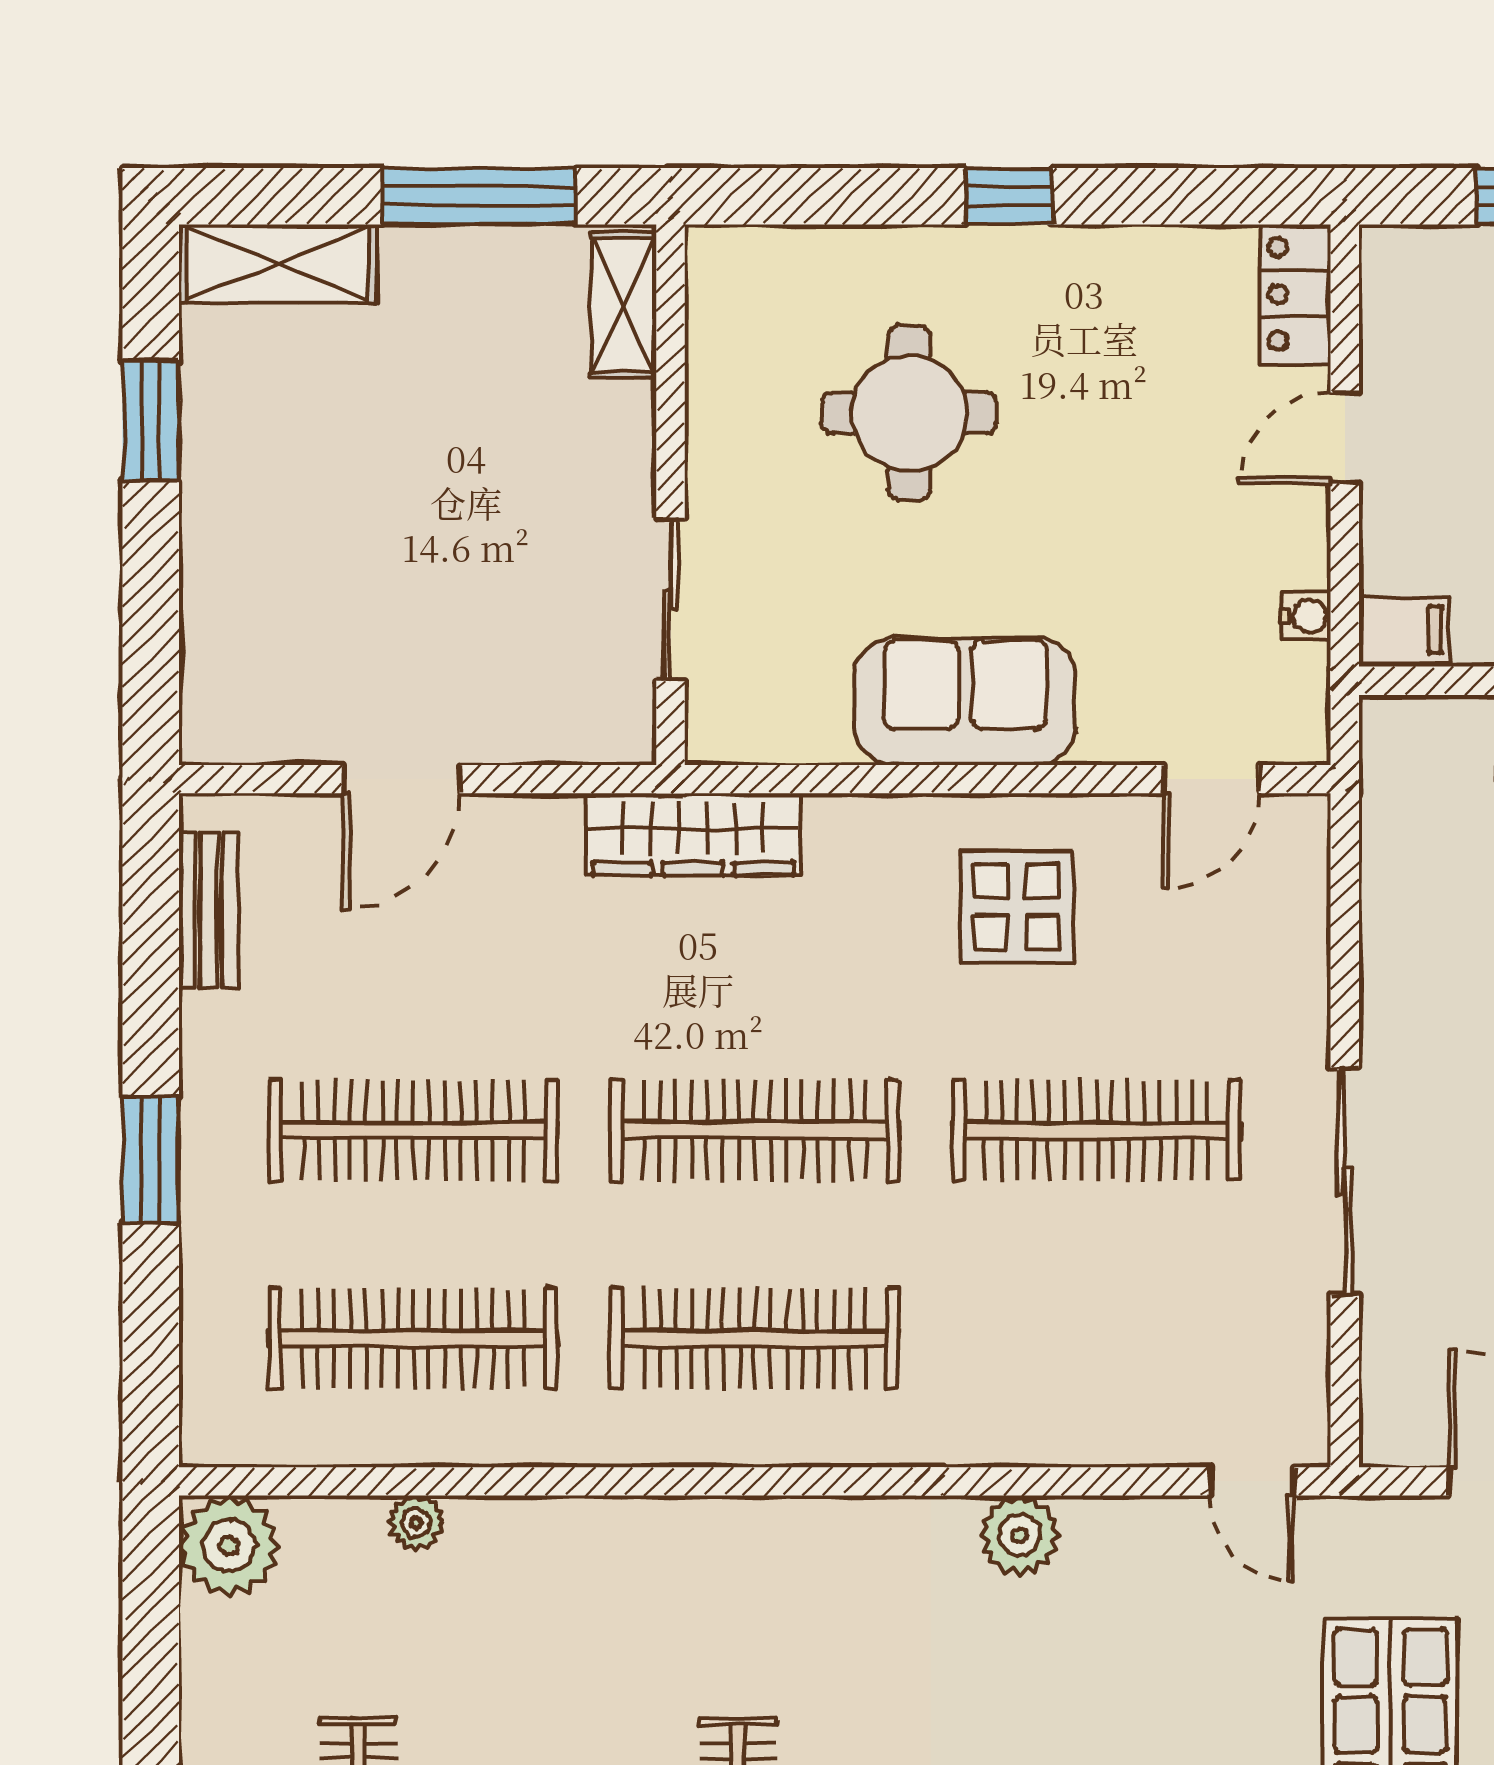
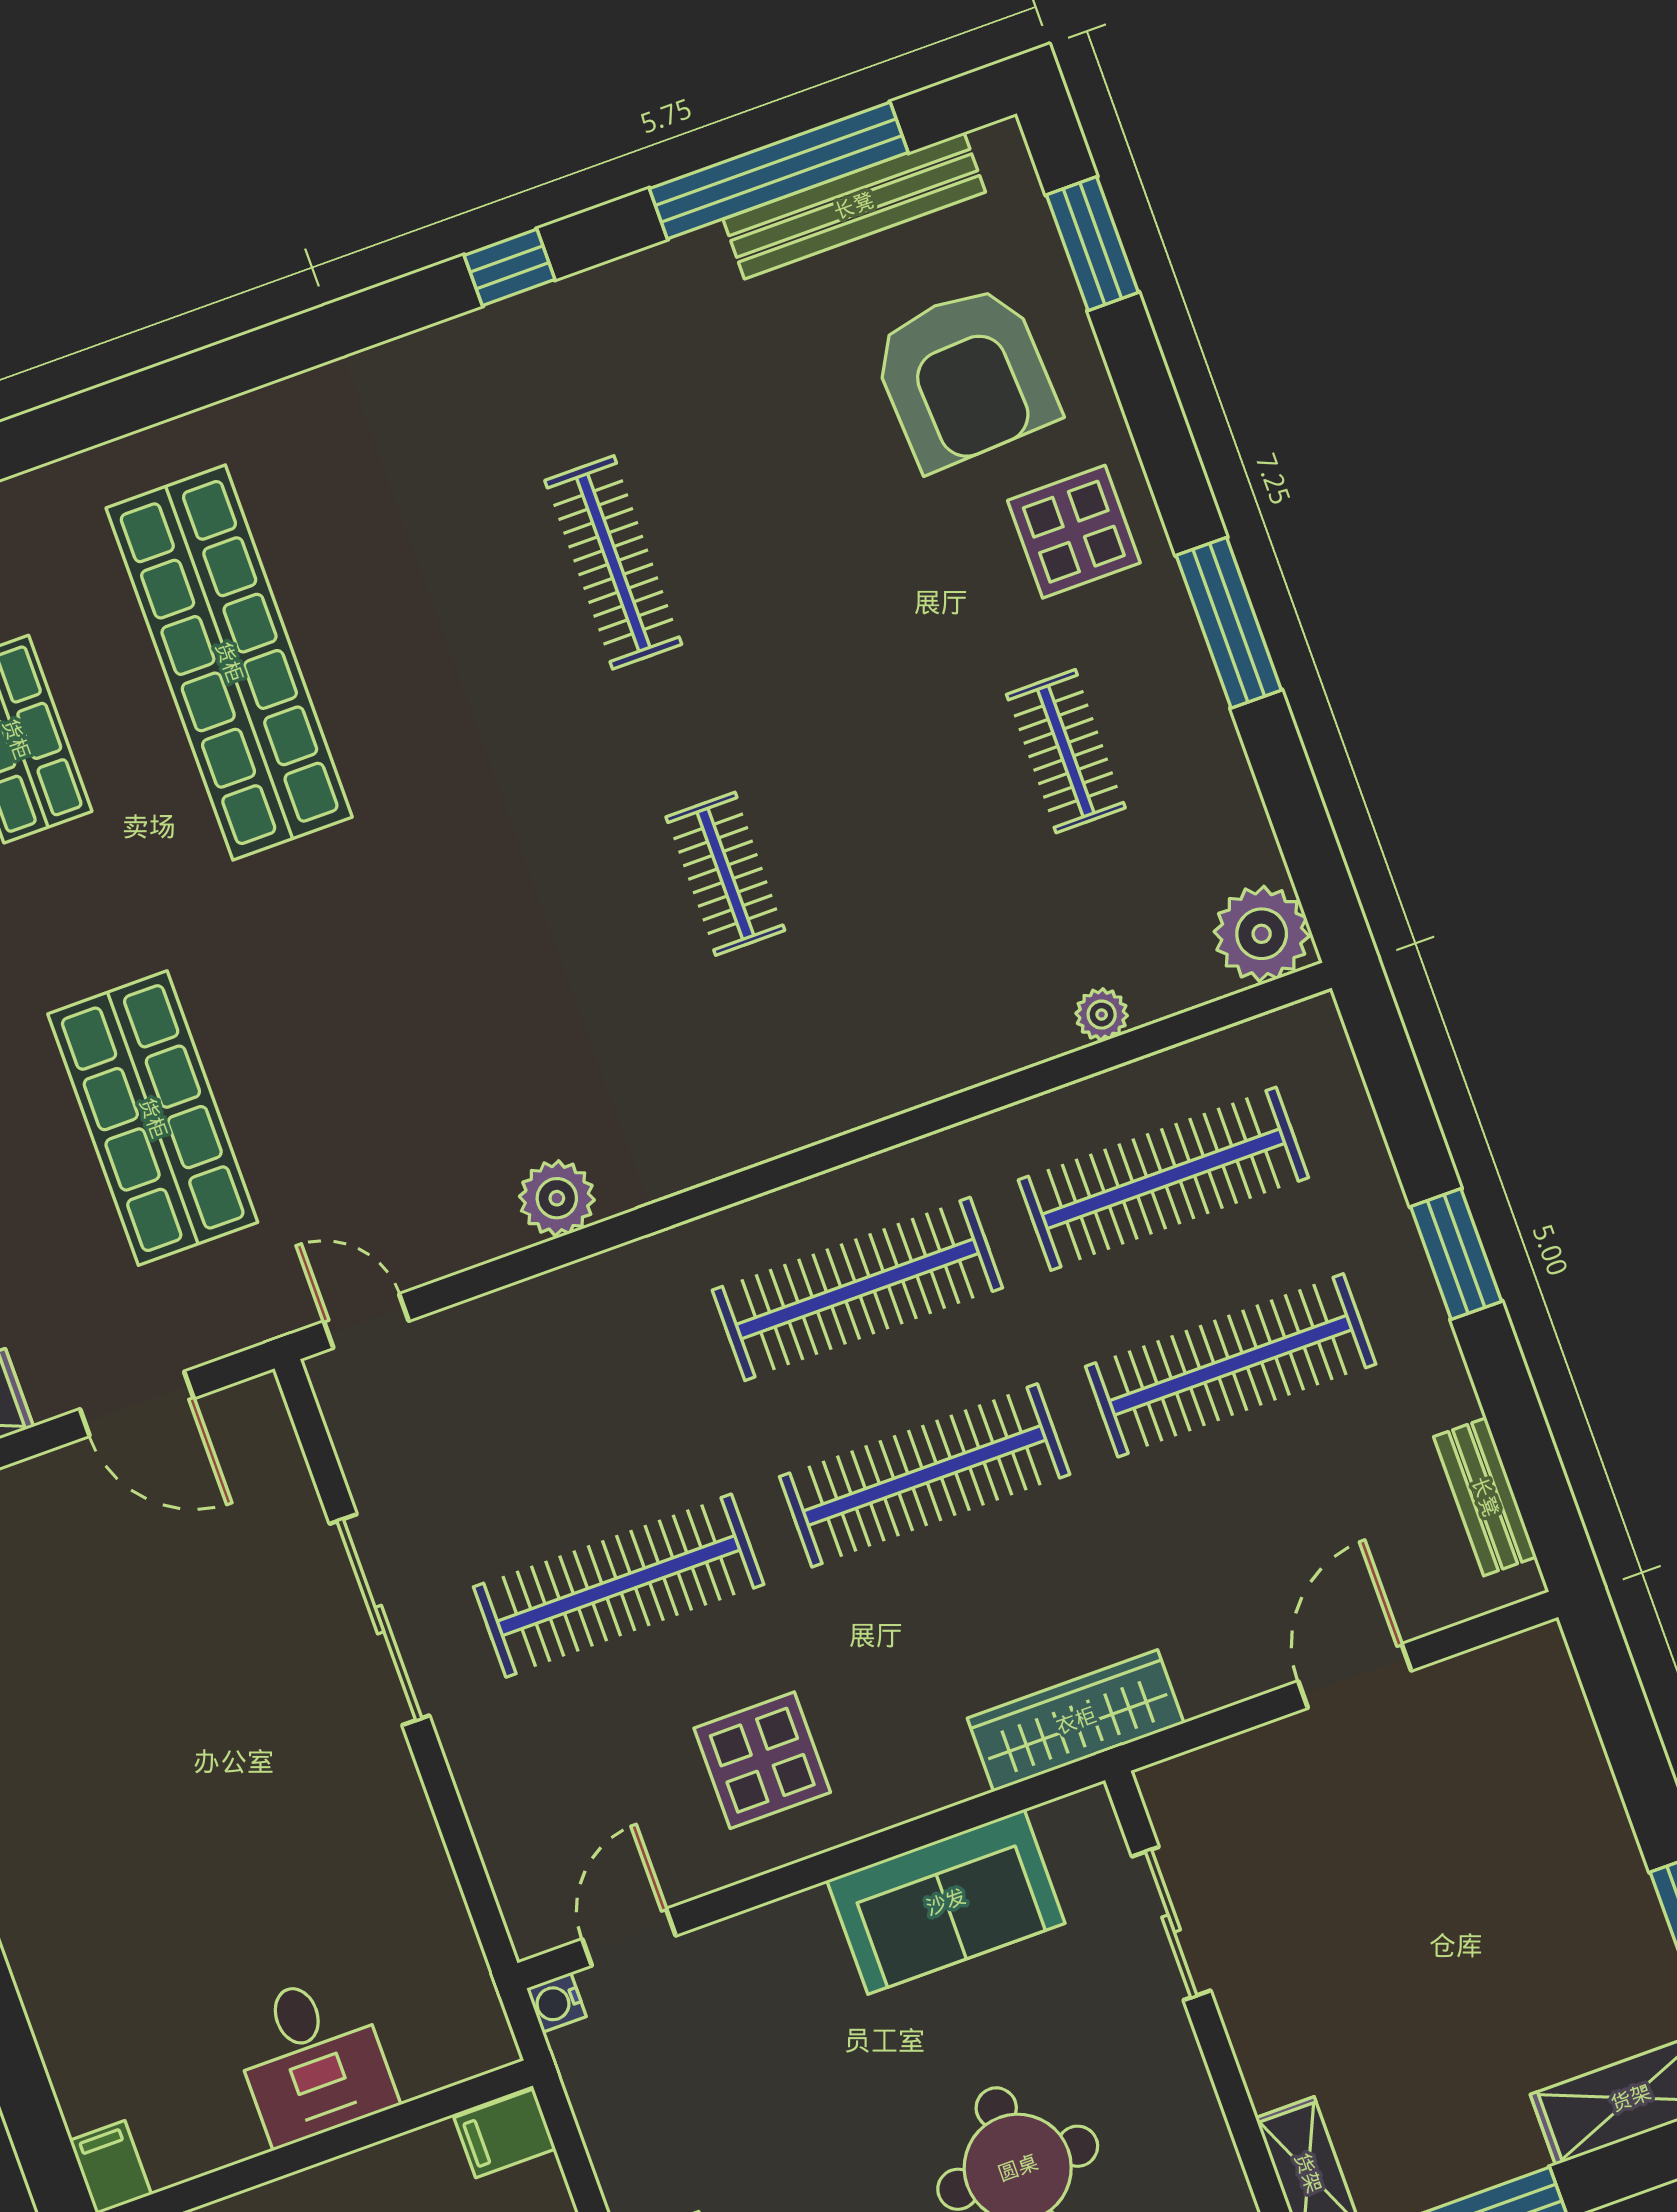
water cooler: (1306, 616) -> (556, 2002), moved
sofa: (965, 701) -> (946, 1902), moved

